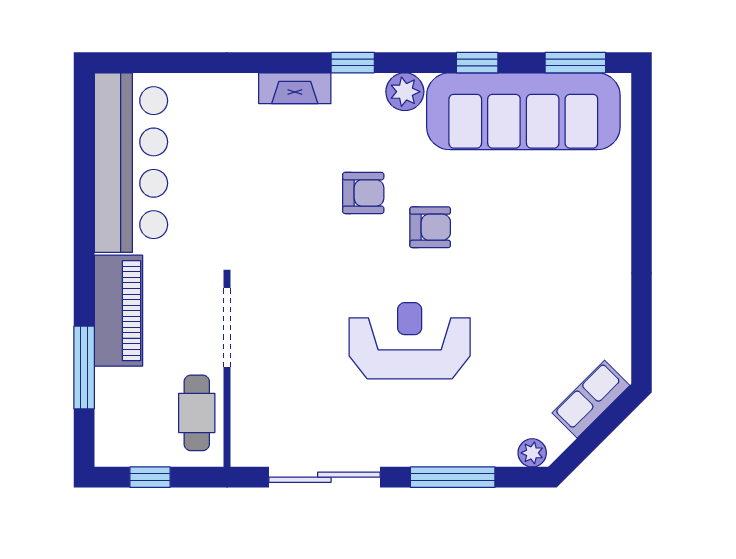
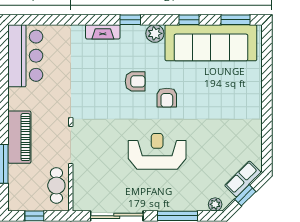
bar counter: (131, 163) -> (25, 56), width x0.73
armchair: (430, 227) -> (167, 98), turned 90
window: (596, 434) -> (245, 195), added

